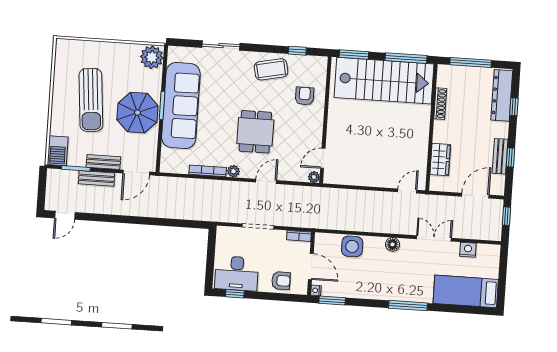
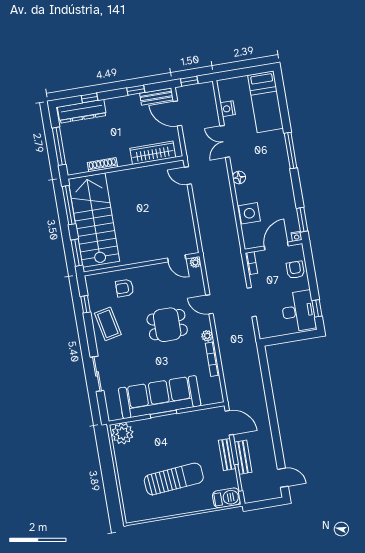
parasol: (137, 113) -> (175, 434), removed
bench: (500, 156) -> (157, 97), moved
wardrobe: (440, 160) -> (153, 153), width x1.50

